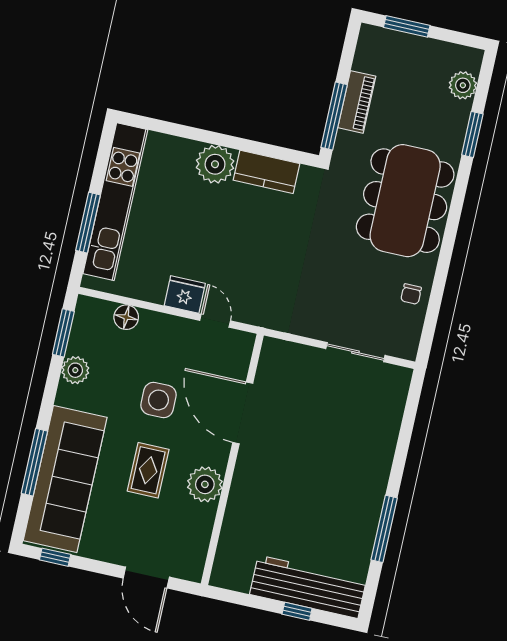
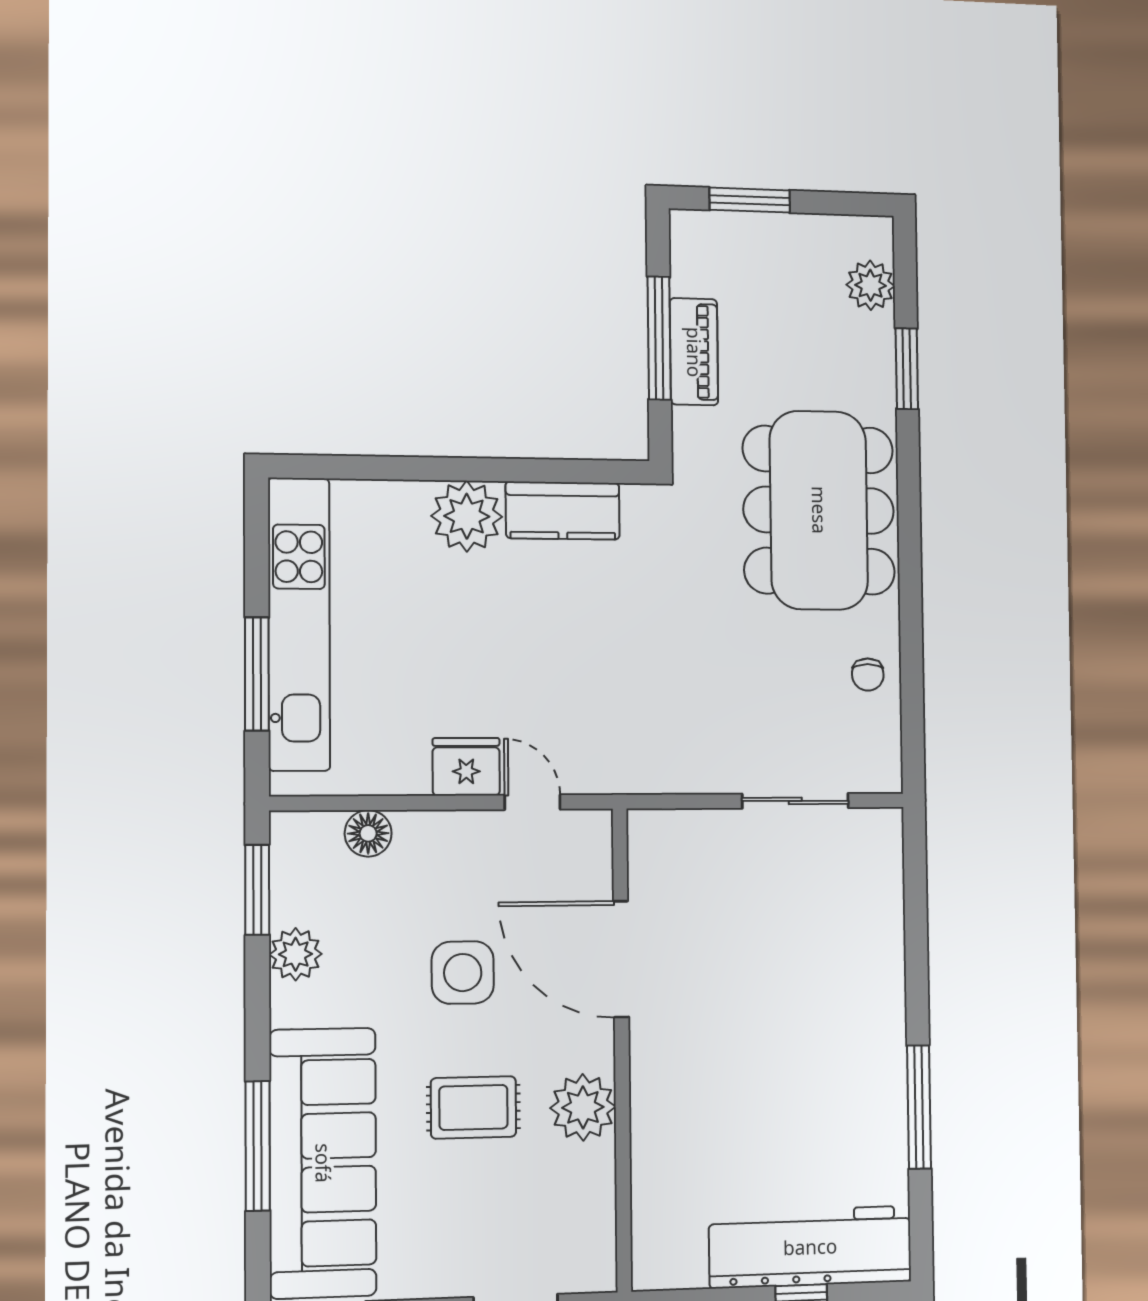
window: (334, 116) -> (659, 338), moved
rug: (148, 470) -> (473, 1107), turned 90

